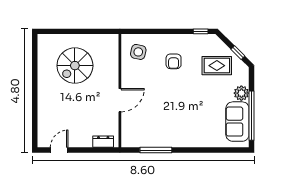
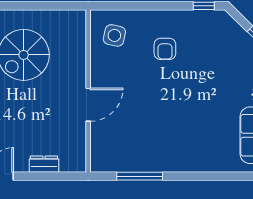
rug: (217, 66) -> (227, 55), removed
dresser: (103, 142) -> (44, 164), moved

